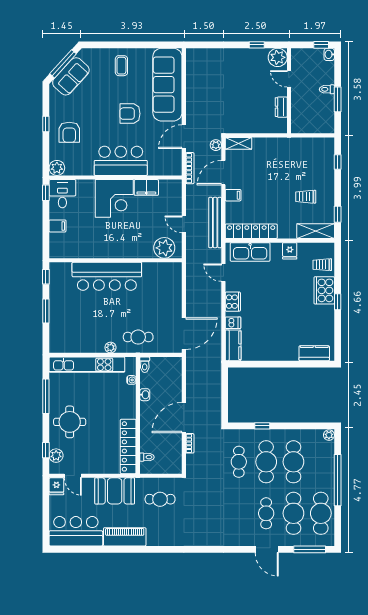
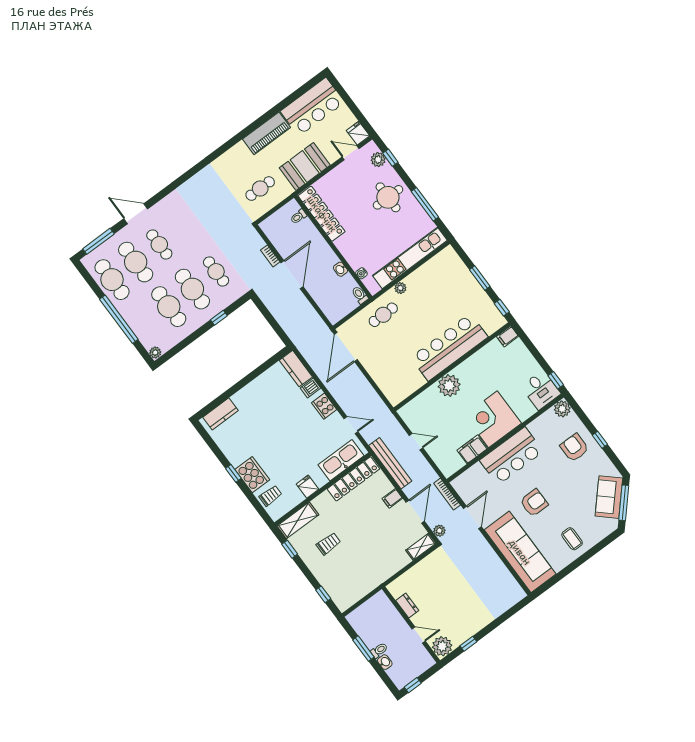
washbasin: (329, 54) -> (385, 662), moved
filing cabinet: (57, 226) -> (508, 336), moved
plant: (164, 248) -> (449, 386), moved

